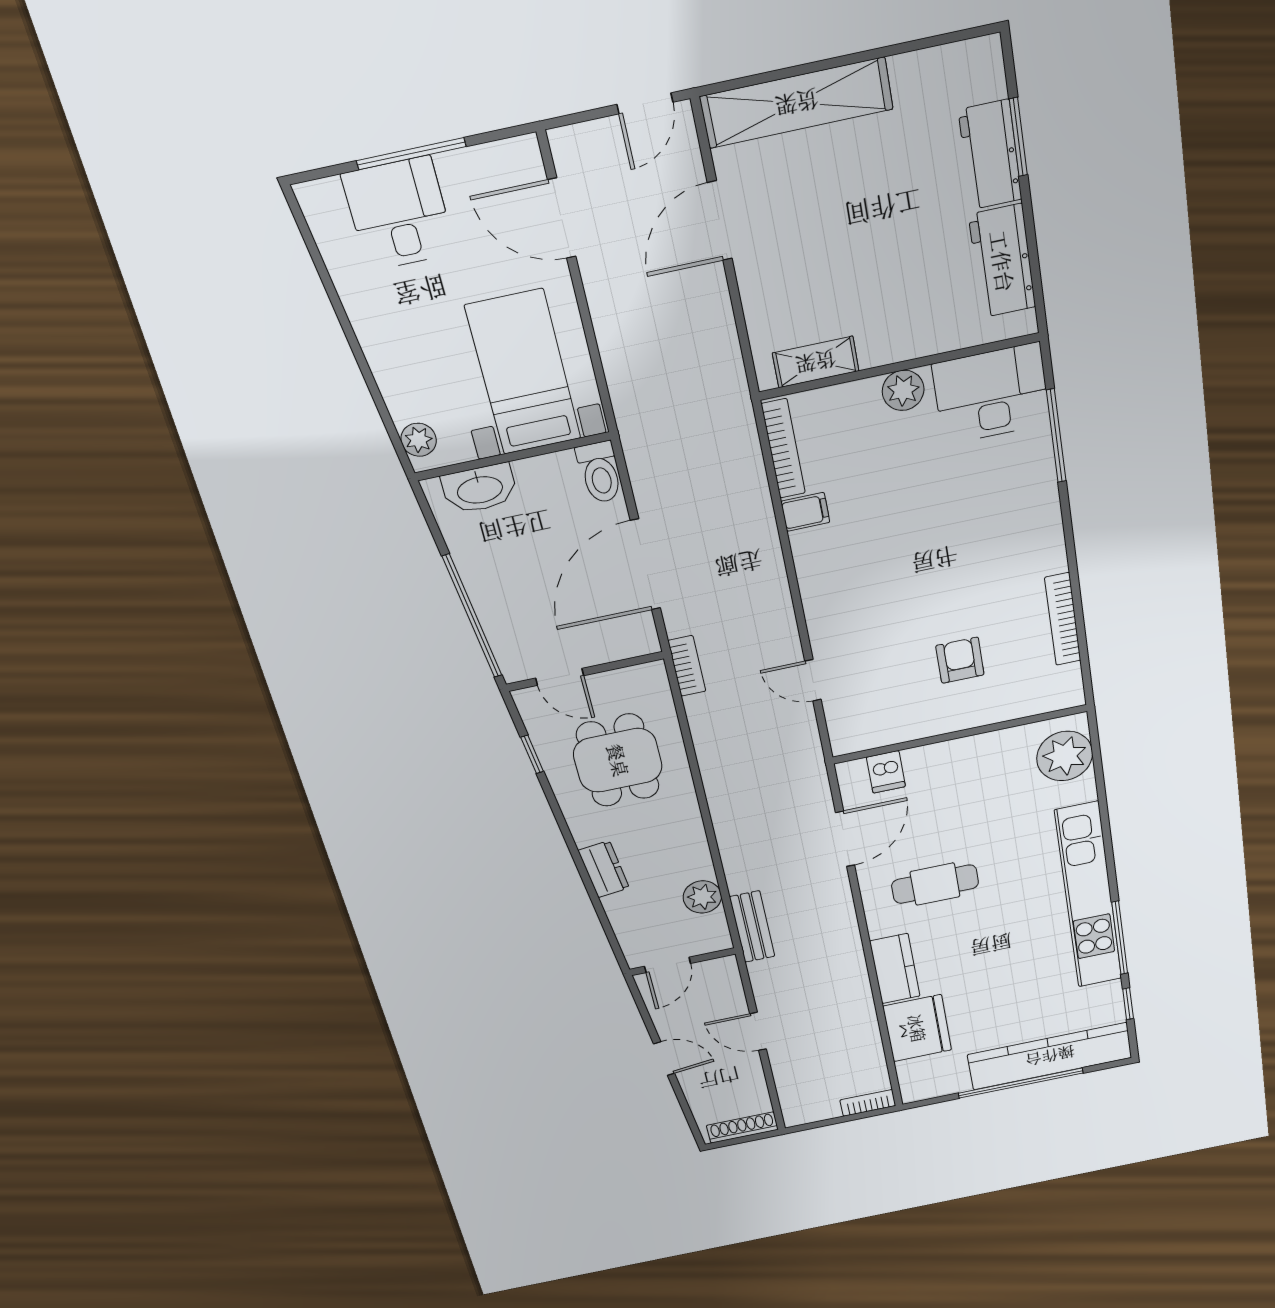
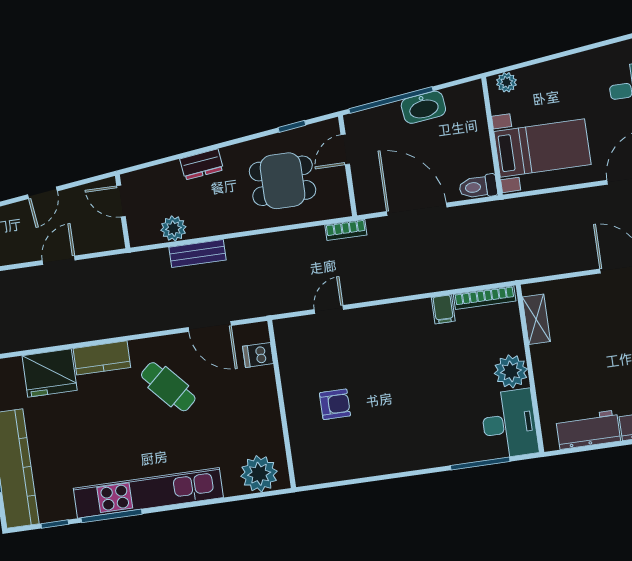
plant: (903, 390) -> (511, 371), width x1.36, depth x1.36
washbasin: (480, 489) -> (423, 107), moved, turned -97
bookcase: (1063, 619) -> (358, 470), removed
cafe table: (935, 884) -> (168, 387), turned -42
bench: (752, 927) -> (198, 254), moved

